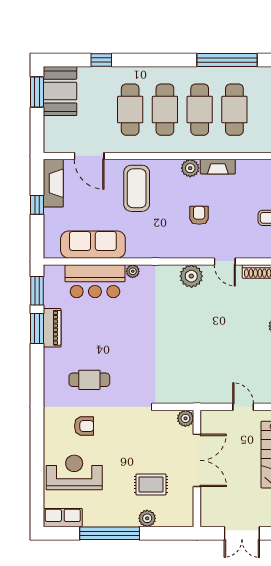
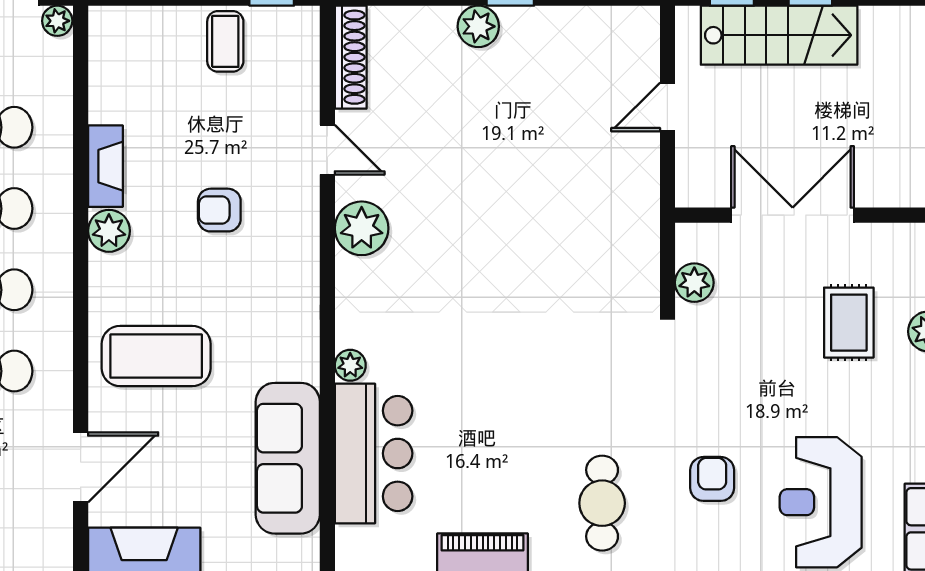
door: (225, 261) -> (327, 150), hinge flipped
cafe table: (89, 380) -> (602, 503), moved
plant: (185, 418) -> (694, 283), moved

